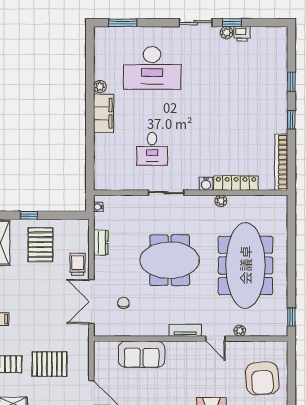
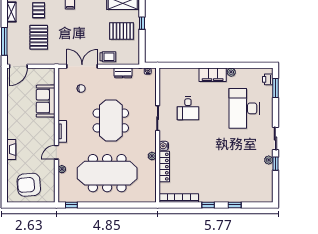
printer: (242, 34) -> (268, 79), moved
desk: (152, 149) -> (188, 108), turned -90

